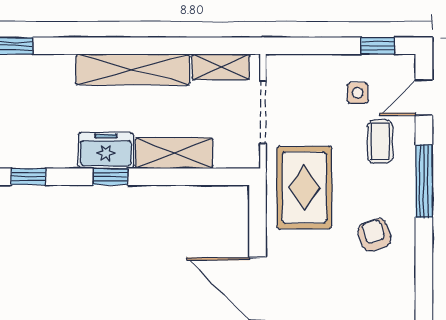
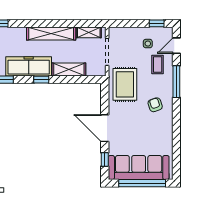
freezer: (106, 151) -> (29, 66), width x1.91, depth x1.26

